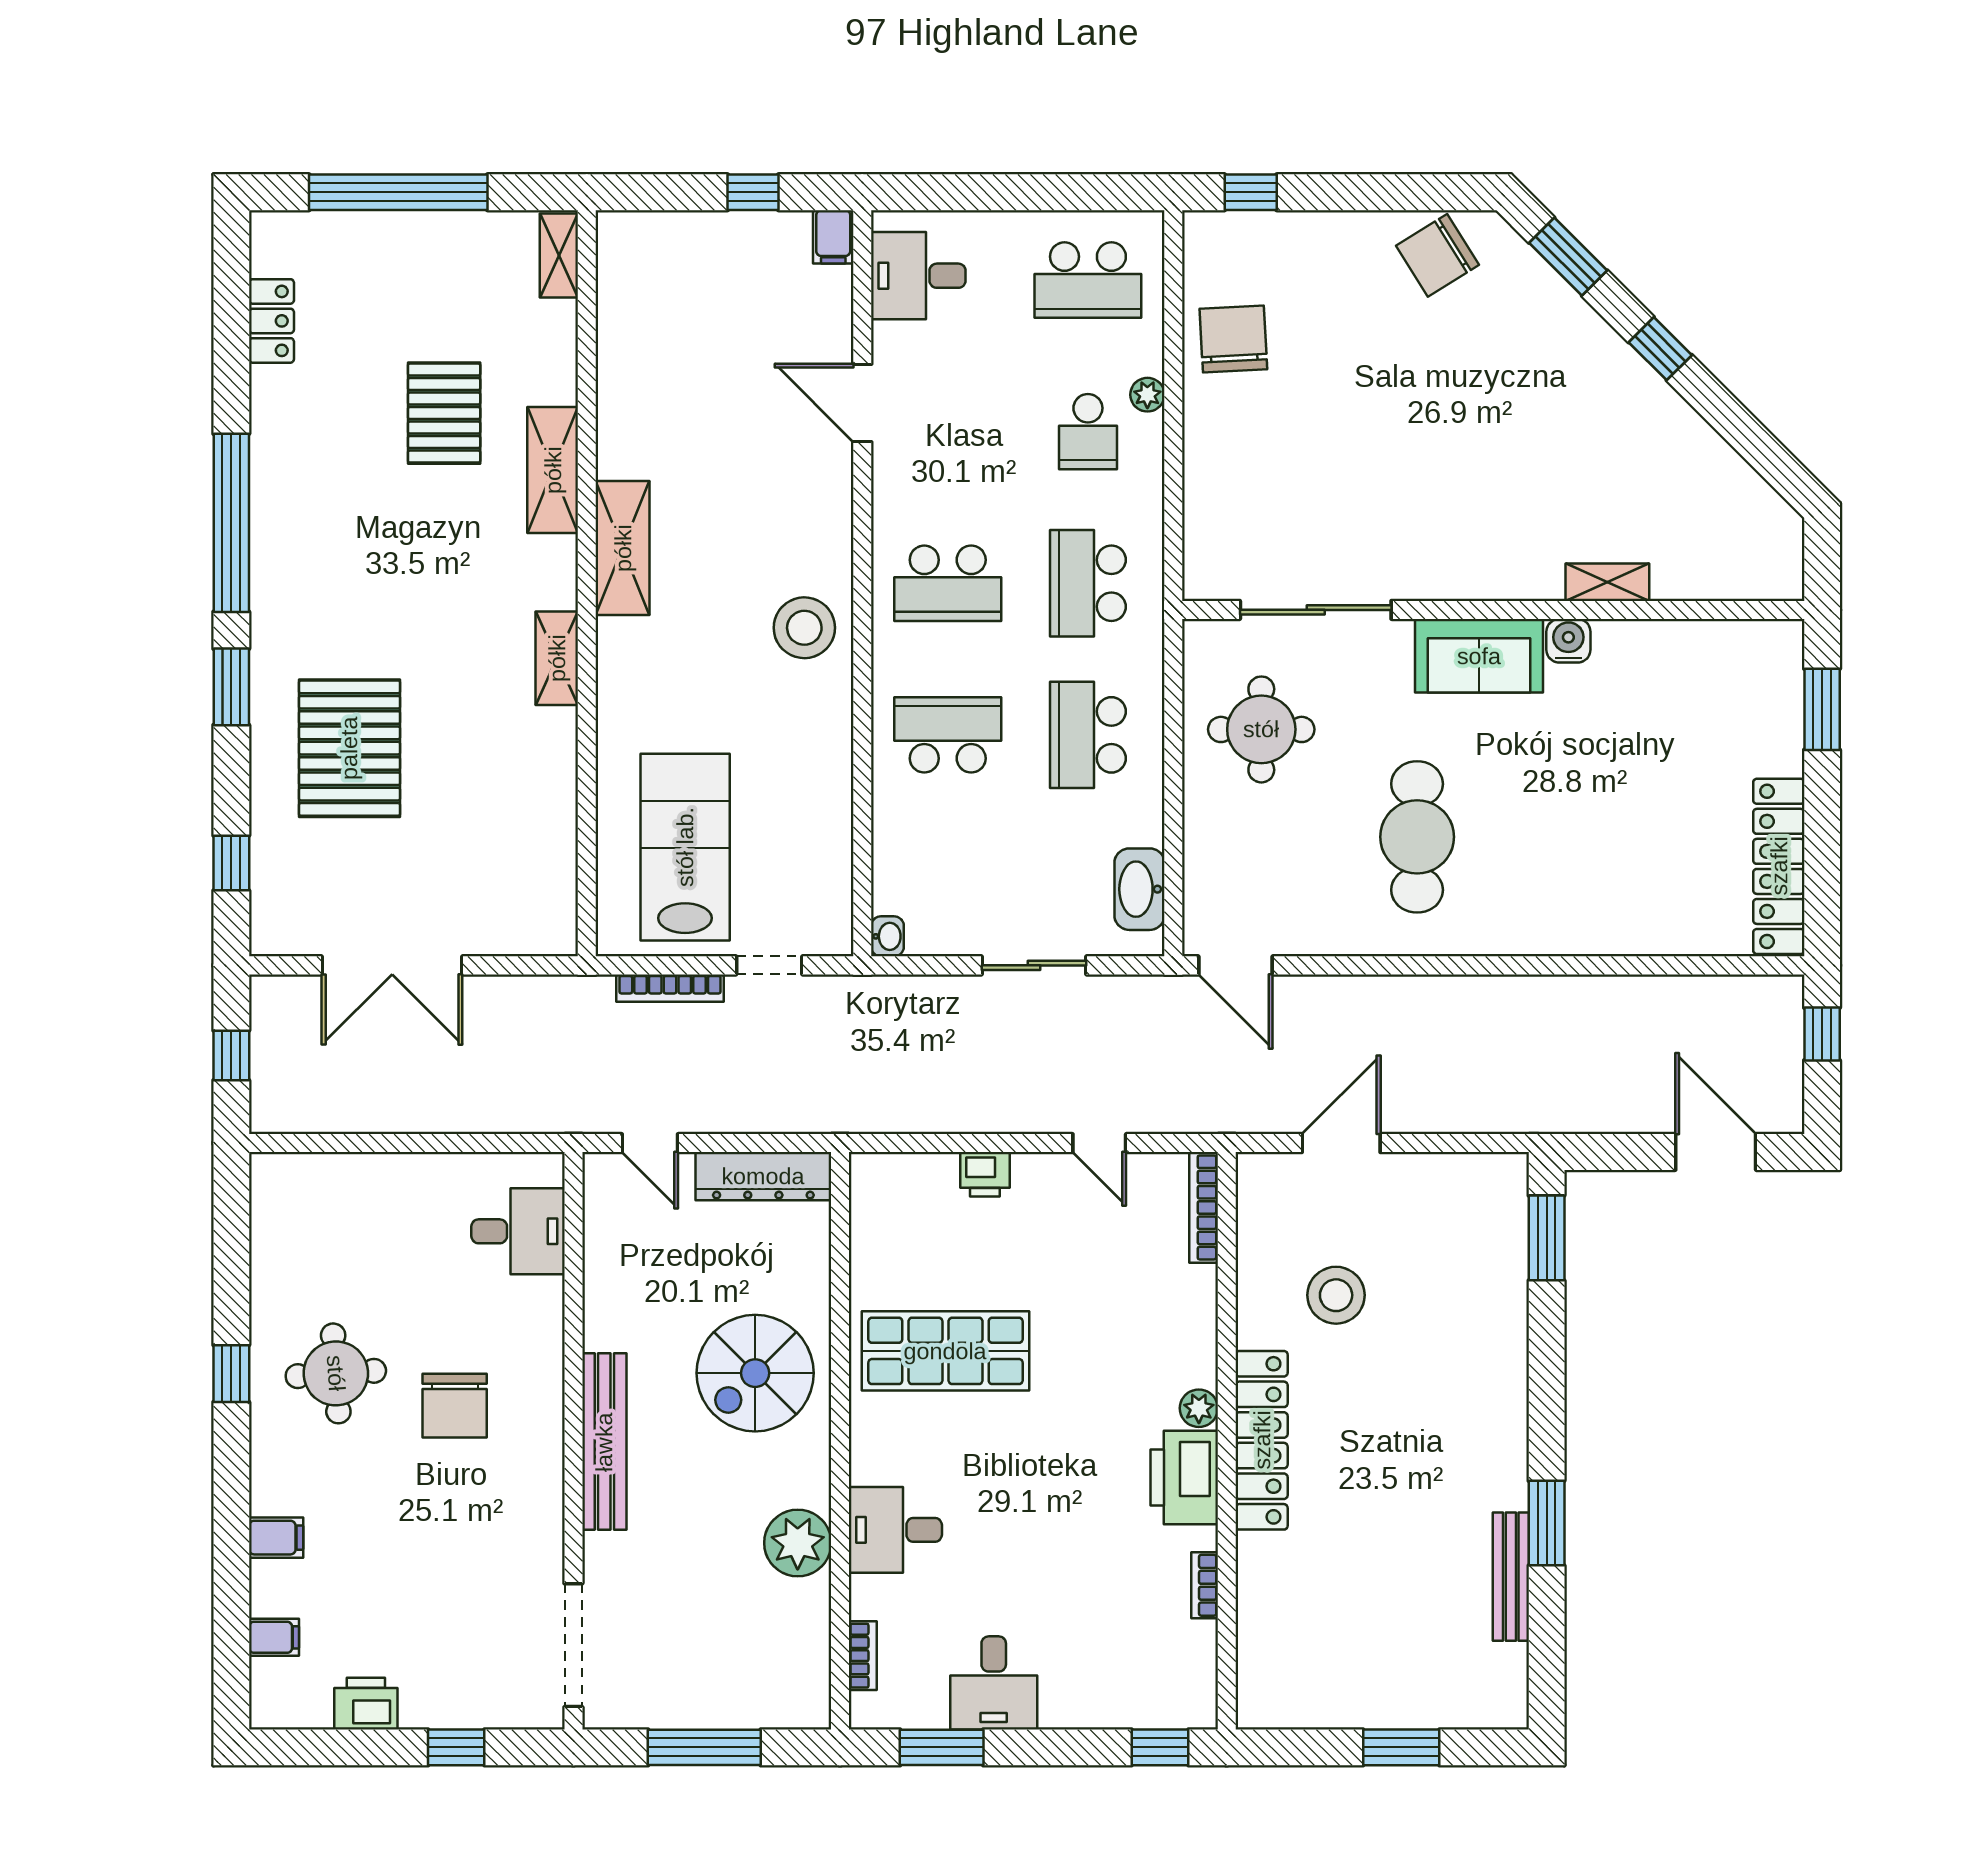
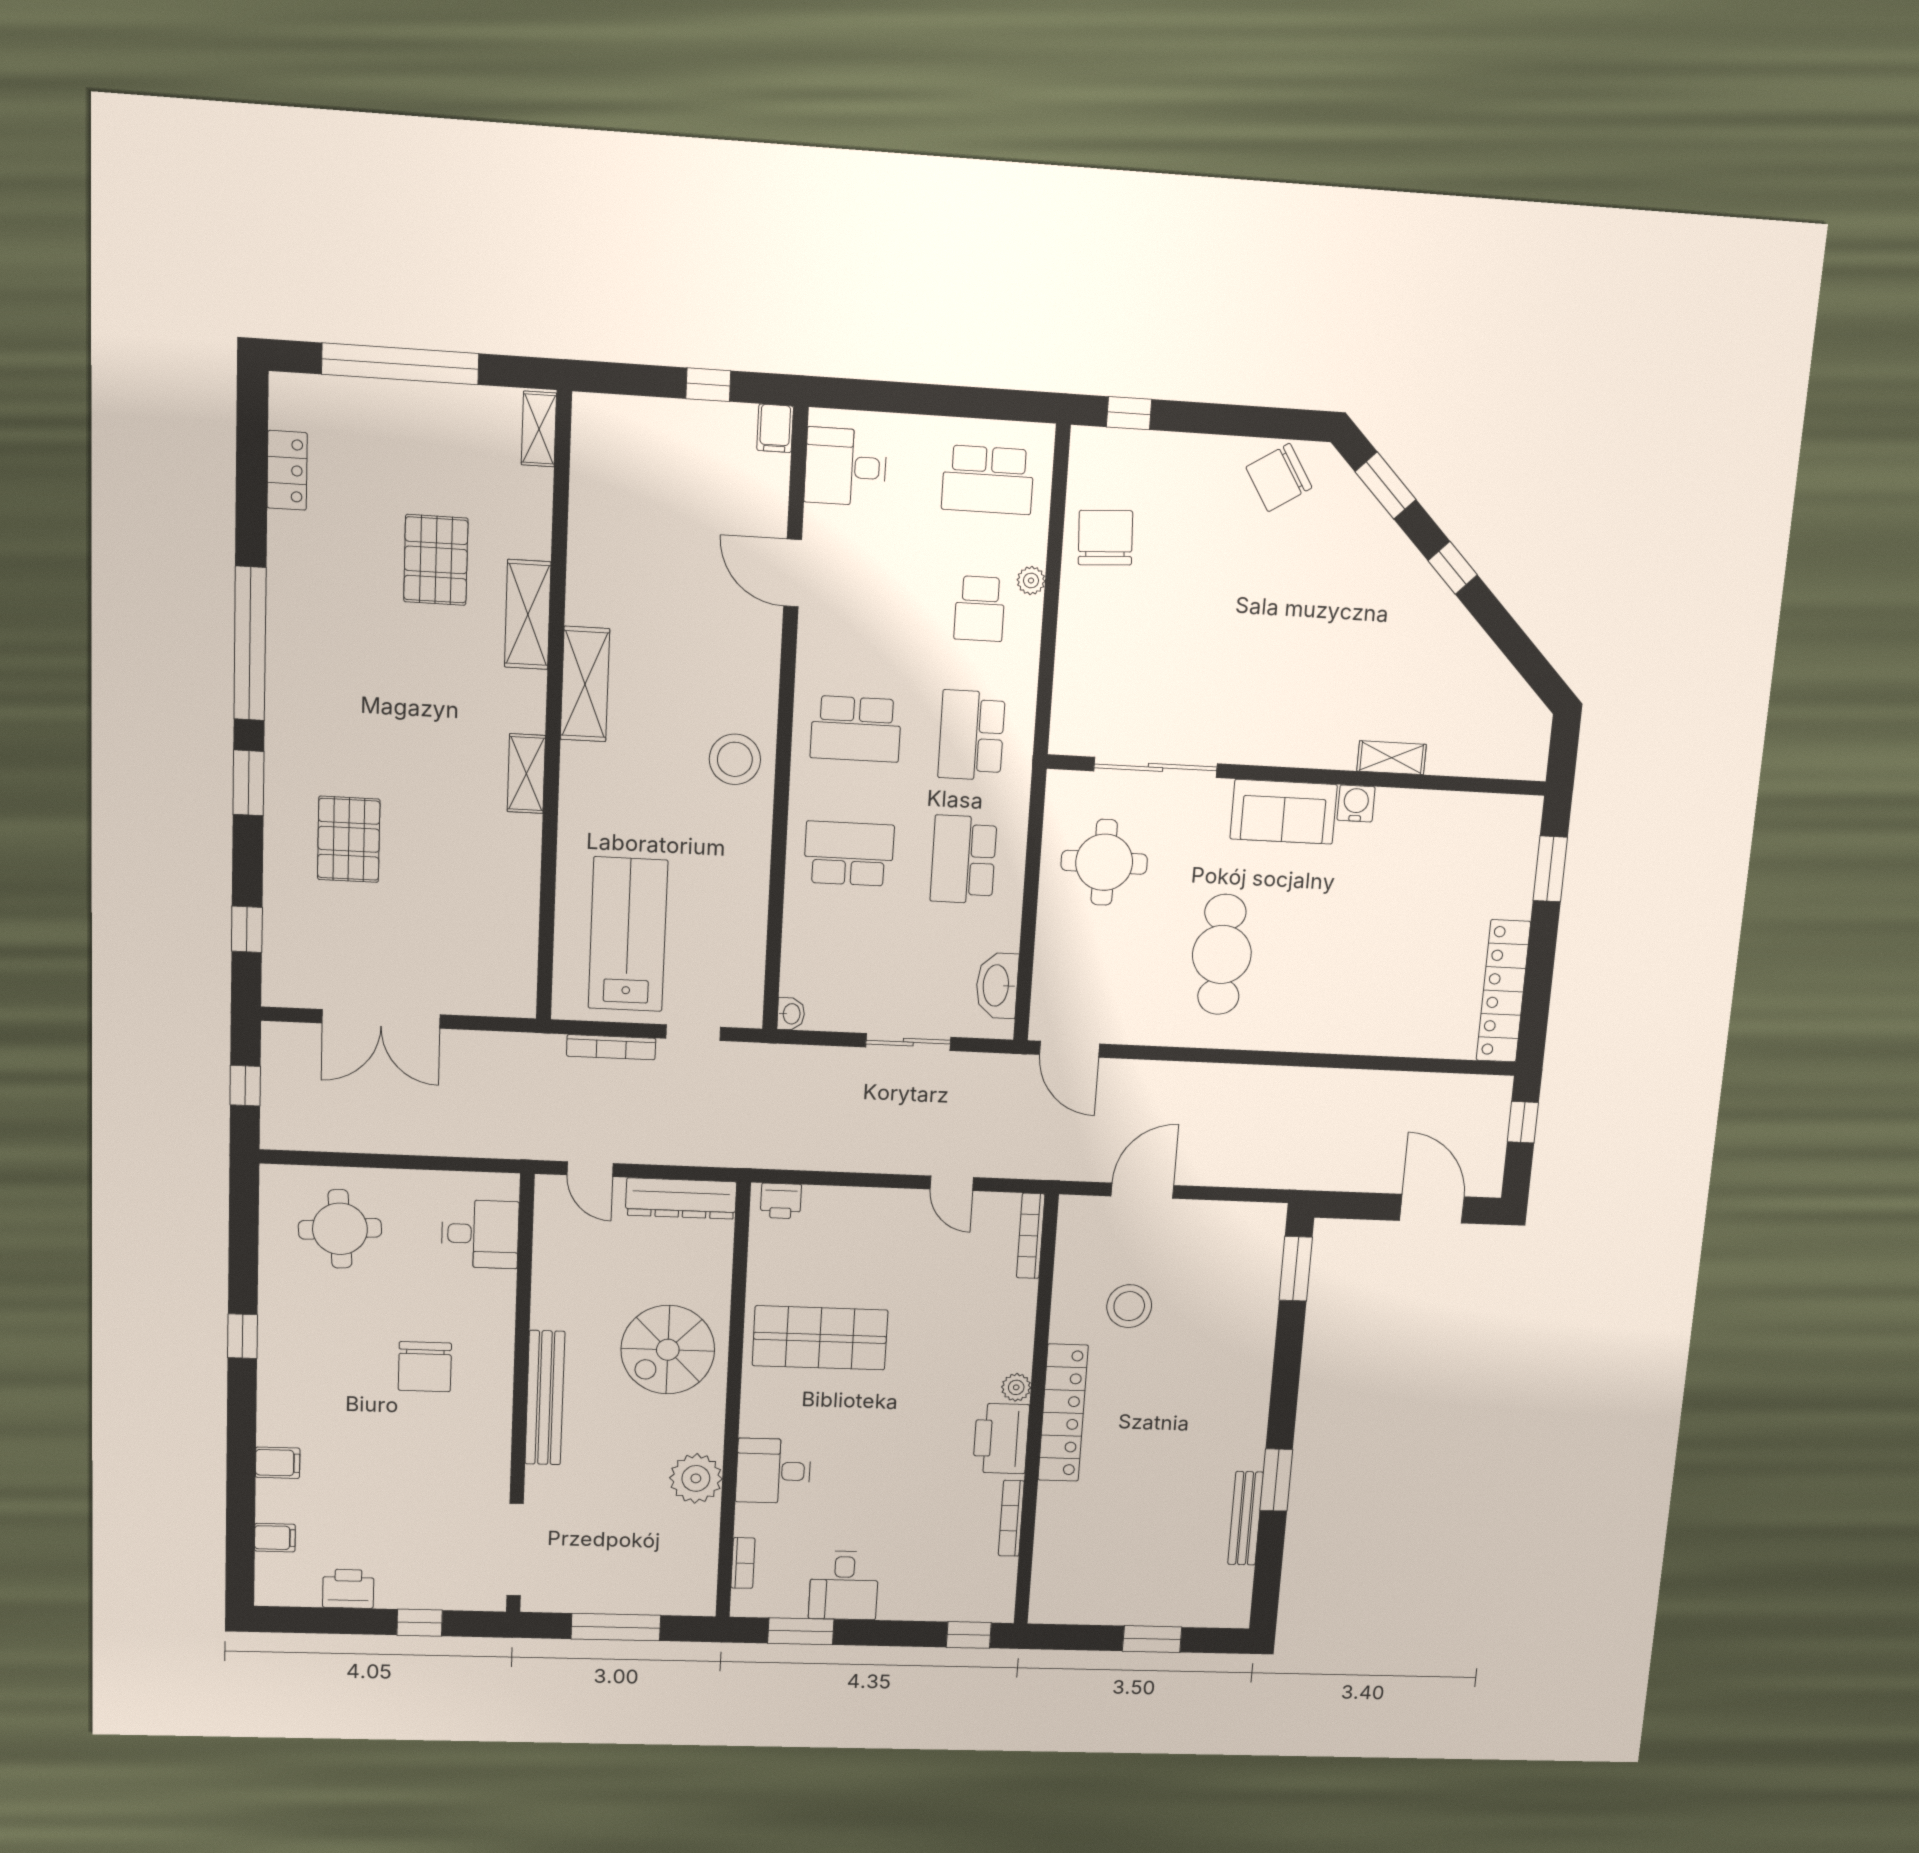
pallet: (349, 748) -> (349, 839), width x0.73, depth x0.71
printer: (985, 1174) -> (781, 1201), moved
round table: (336, 1373) -> (340, 1229), moved
bookcase: (1205, 1585) -> (1011, 1518), width x1.56

